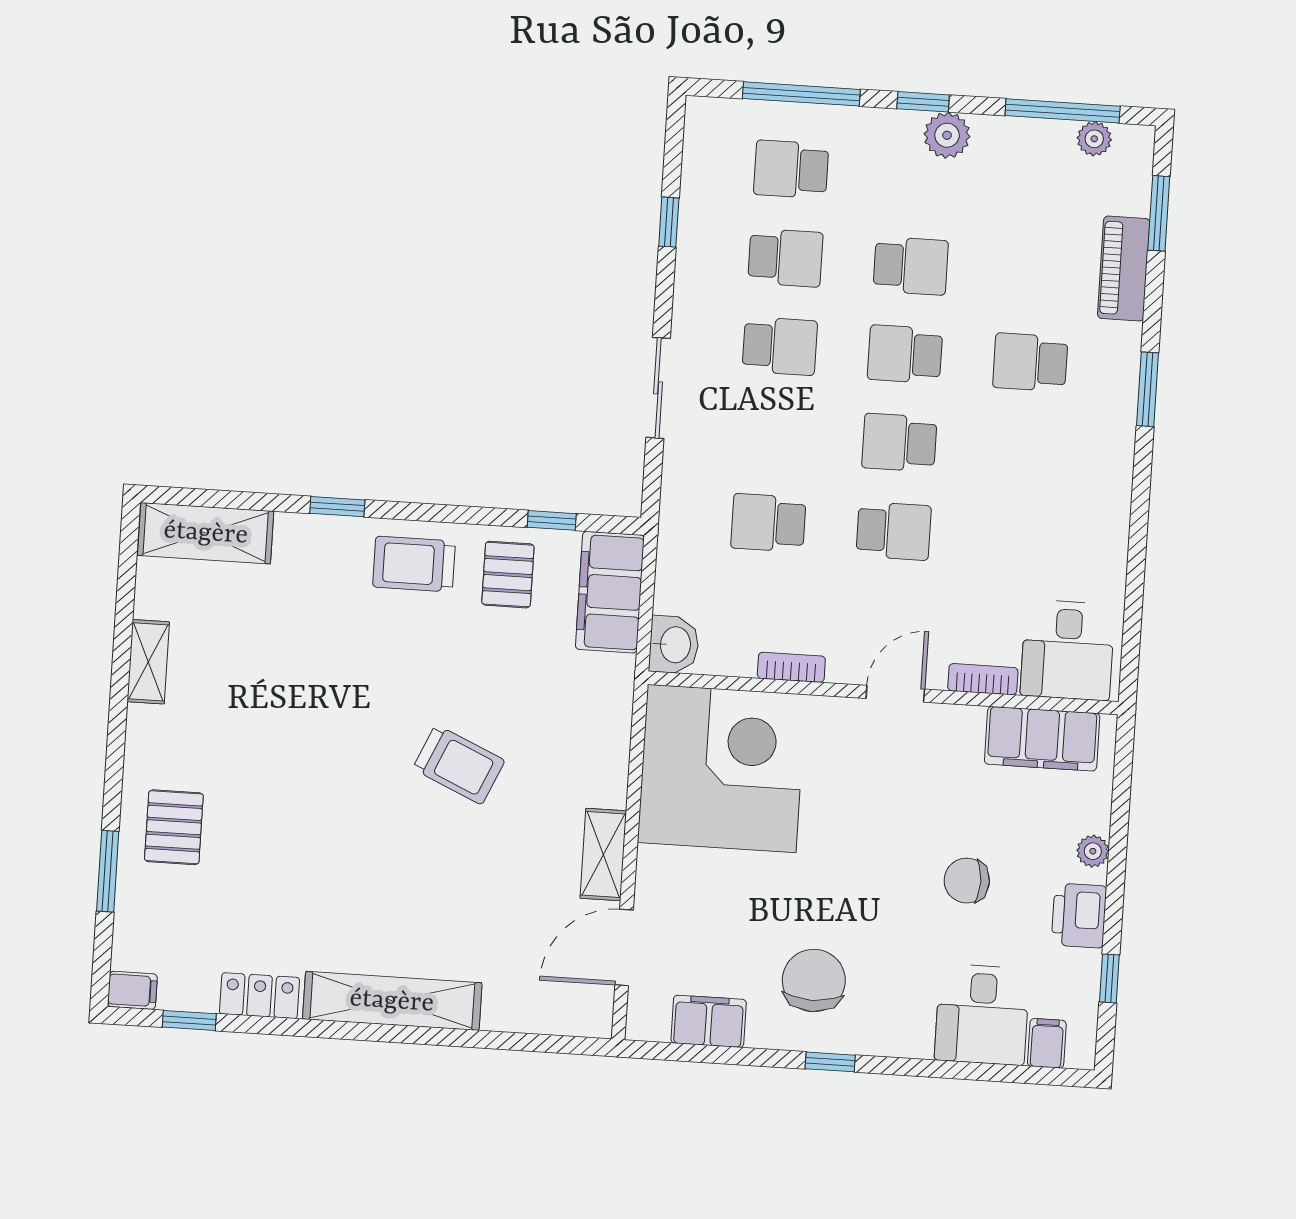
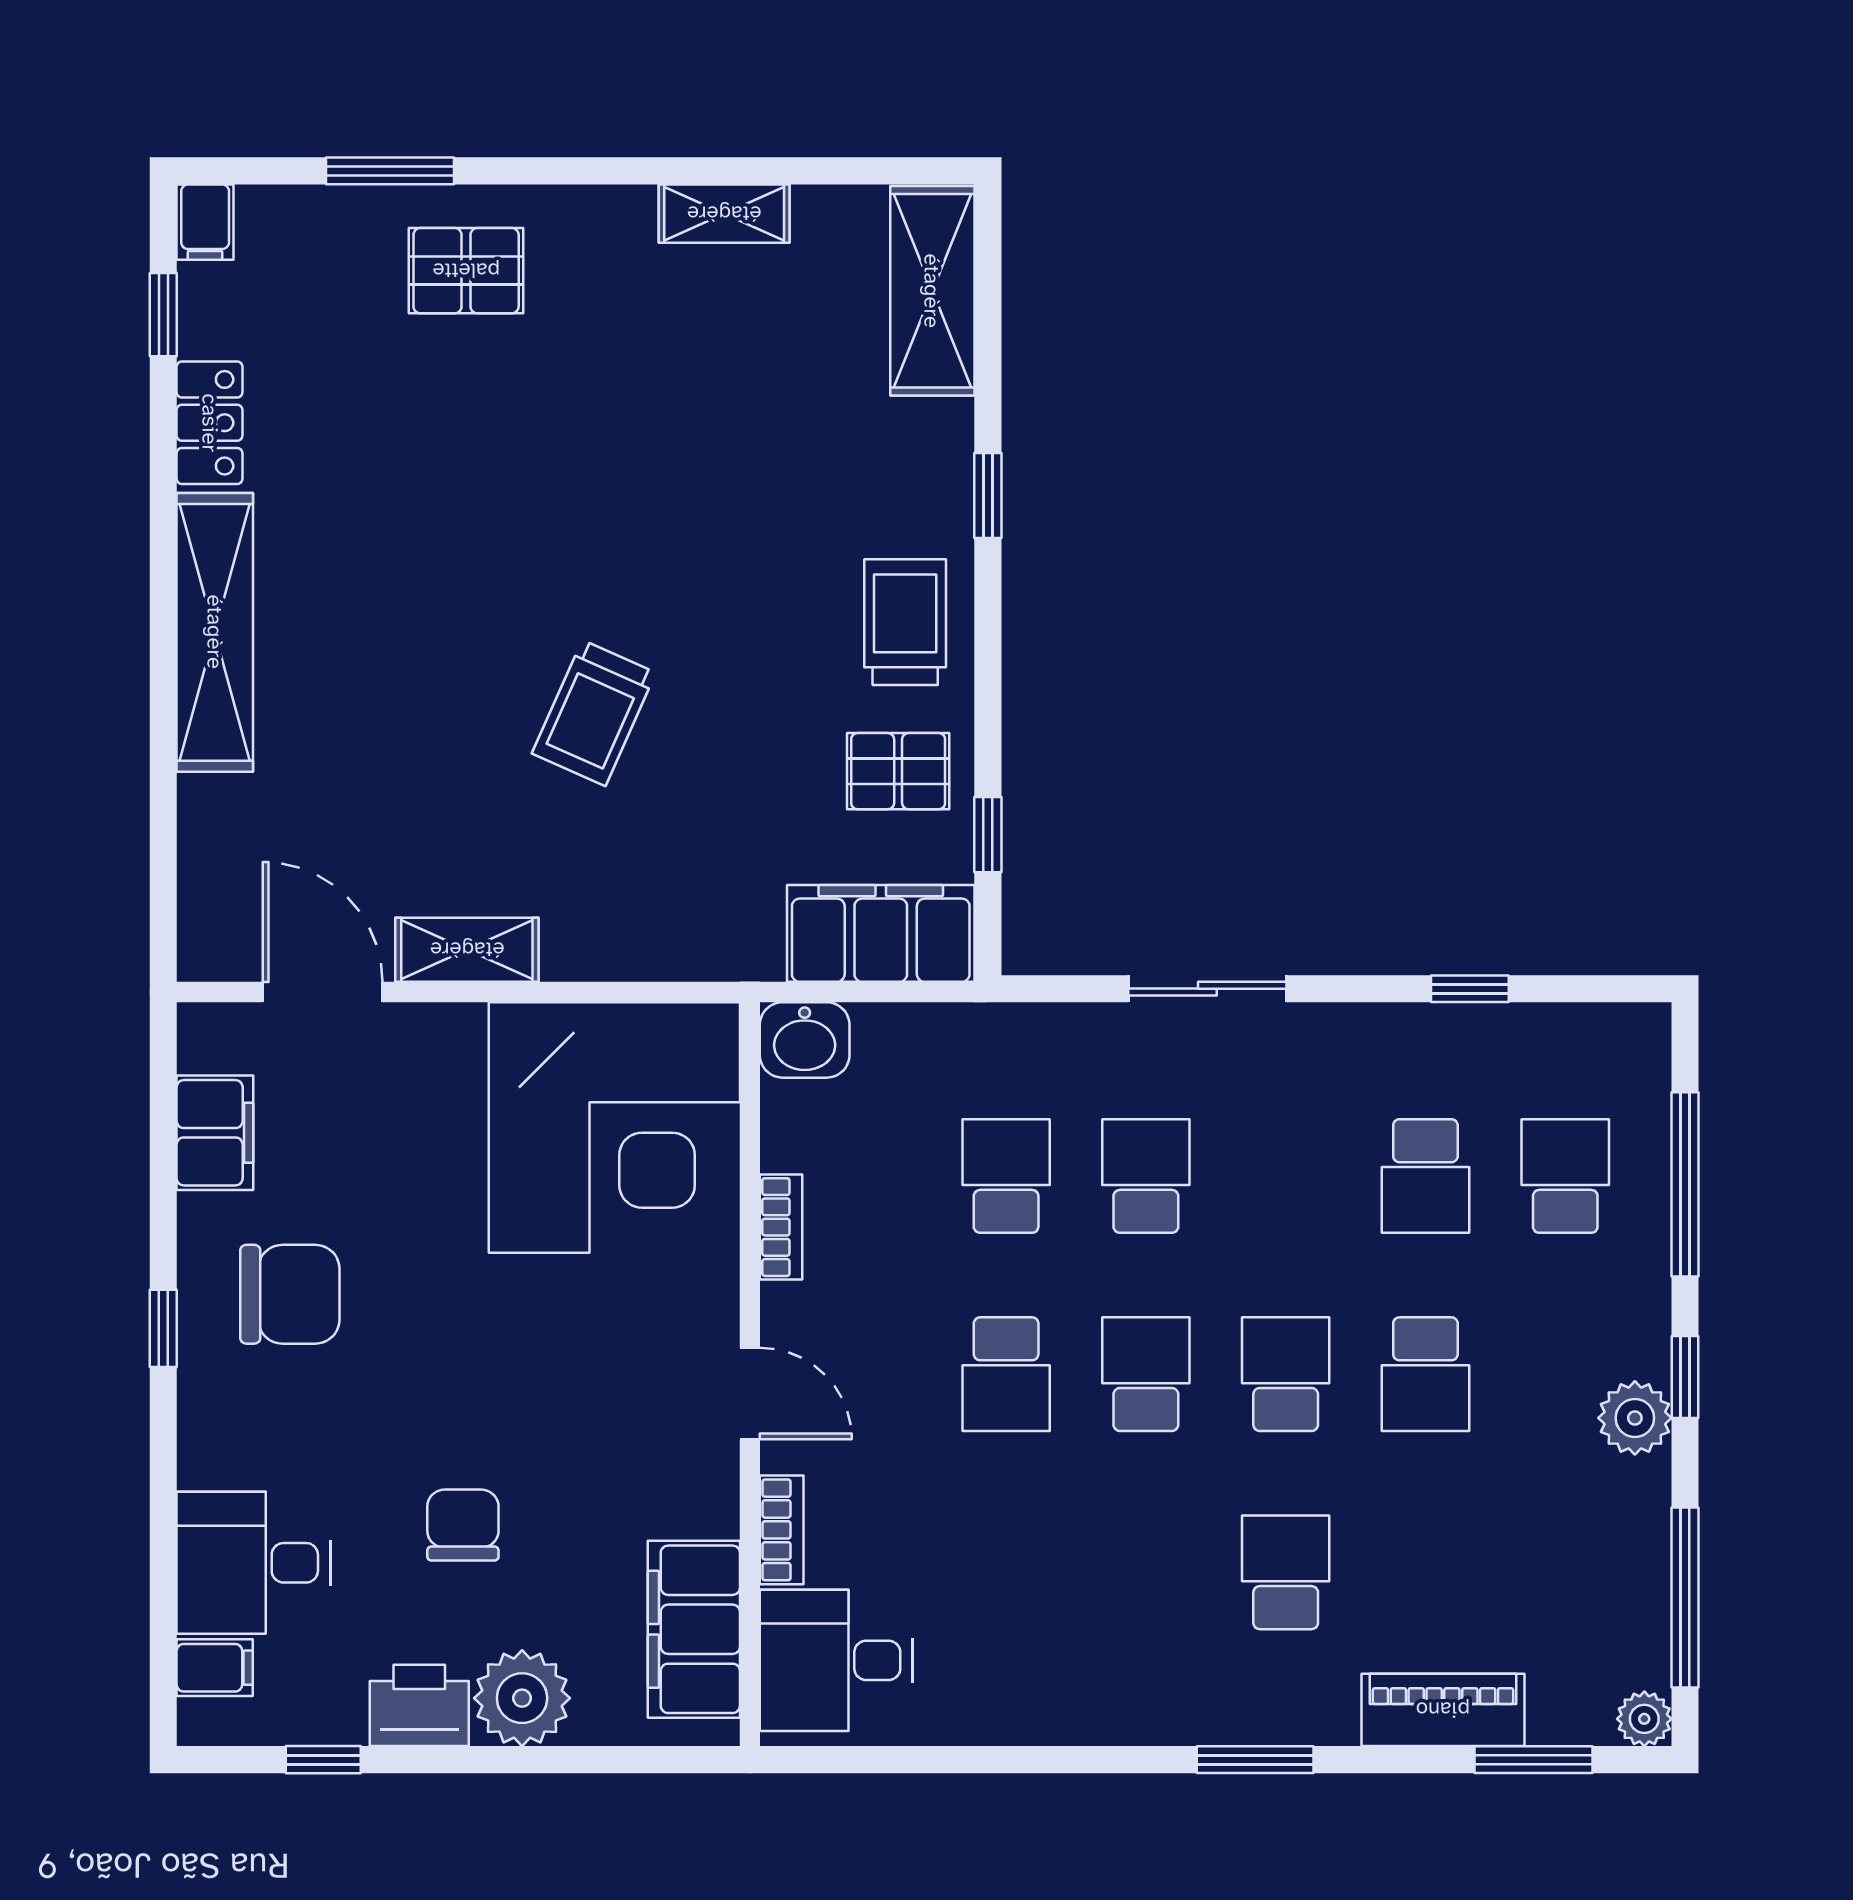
plant: (1094, 139) -> (1644, 1719), moved
school desk: (780, 346) -> (1146, 1176), moved, turned 180
plant: (1093, 851) -> (522, 1698), width x1.87, depth x1.87

